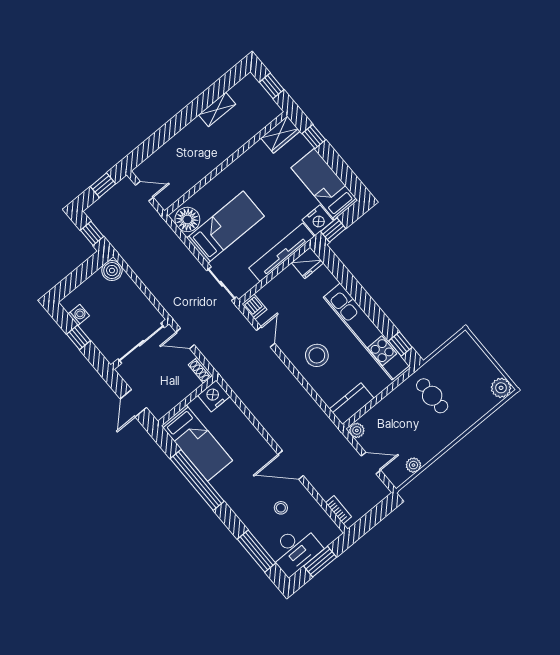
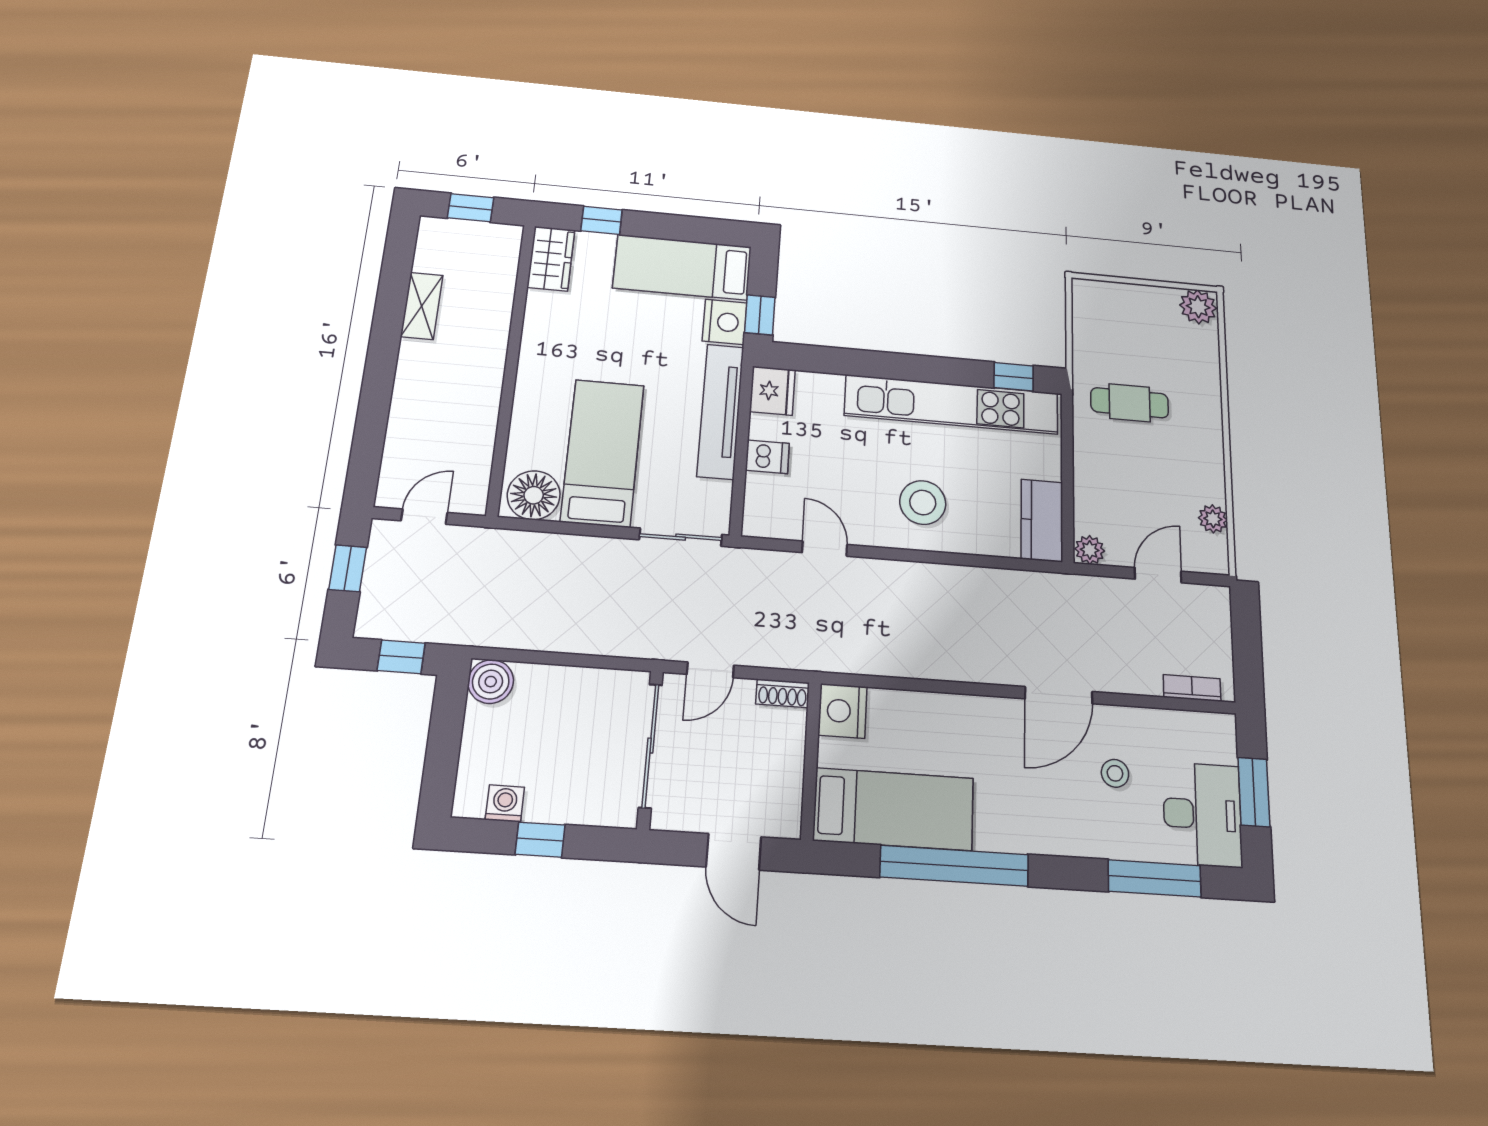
dishwasher: (254, 307) -> (767, 457), moved

